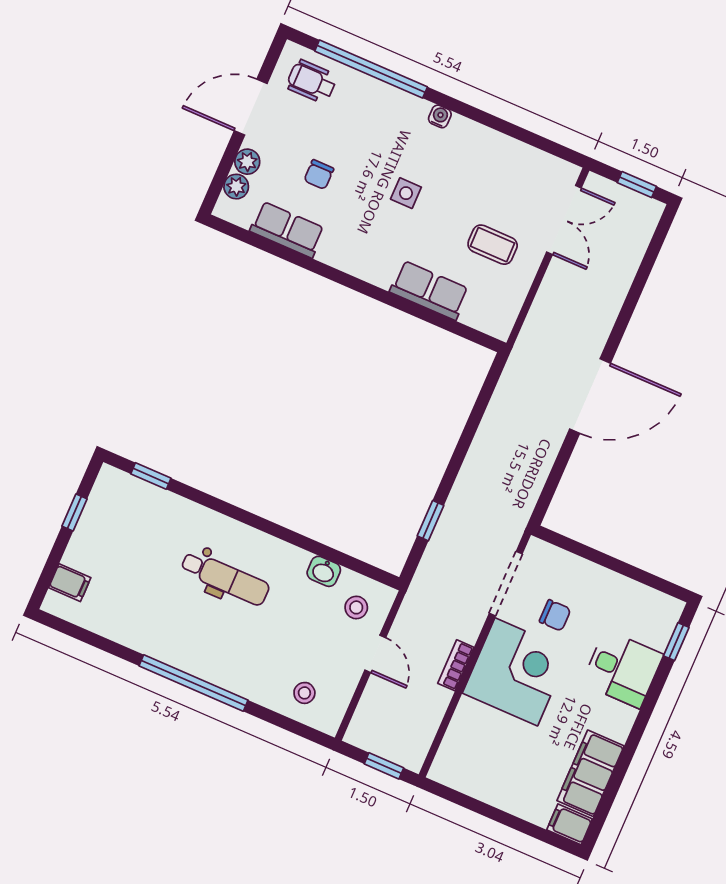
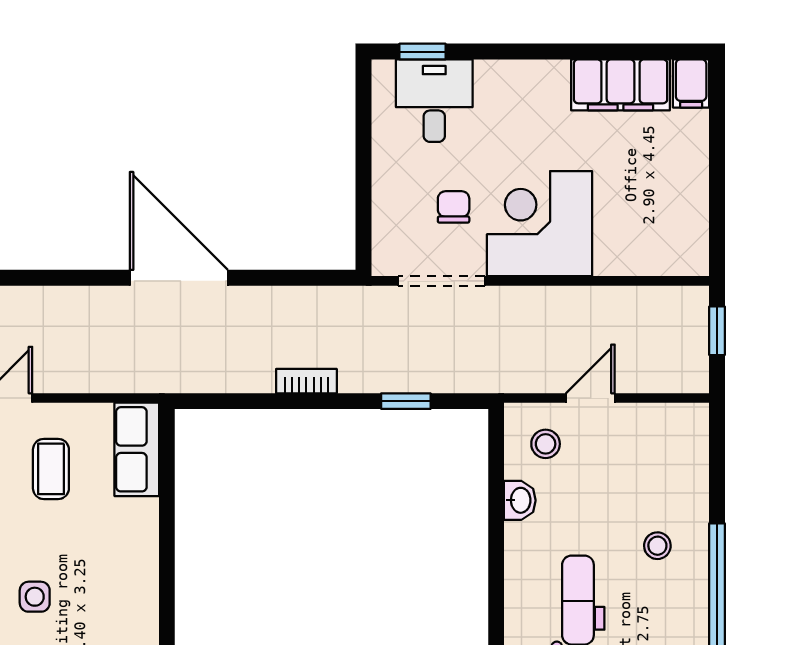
row of seats: (429, 290) -> (137, 449), moved
bookcase: (456, 665) -> (306, 381), moved, turned 180
desk: (622, 669) -> (434, 101), moved
stool: (304, 693) -> (657, 546), moved

